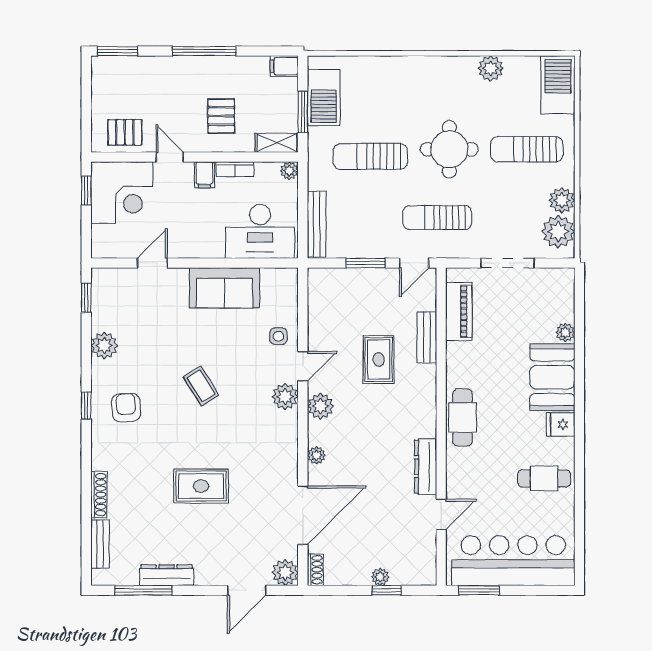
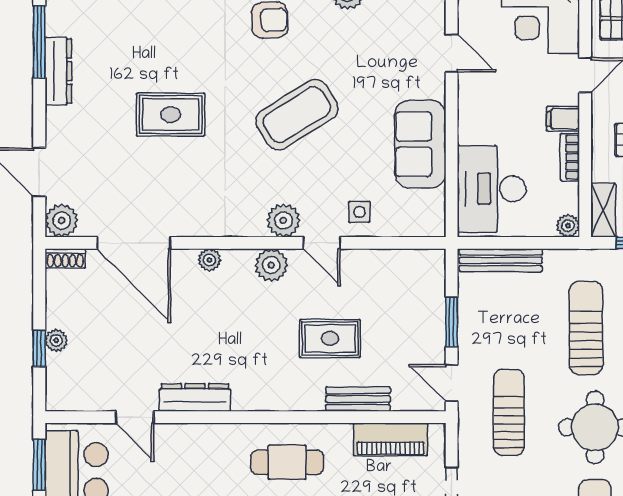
coffee table: (201, 386) -> (297, 115), width x1.86, depth x1.72
cafe table: (463, 417) -> (287, 462), moved
rug: (201, 486) -> (171, 115), turned 90

